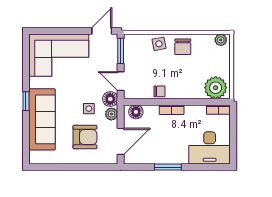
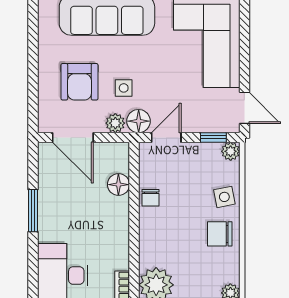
plant: (130, 40) -> (231, 151), added
window: (121, 51) -> (213, 137), width x0.67
bookcase: (172, 110) -> (122, 216), removed
floor lamp: (136, 112) -> (118, 185), moved

